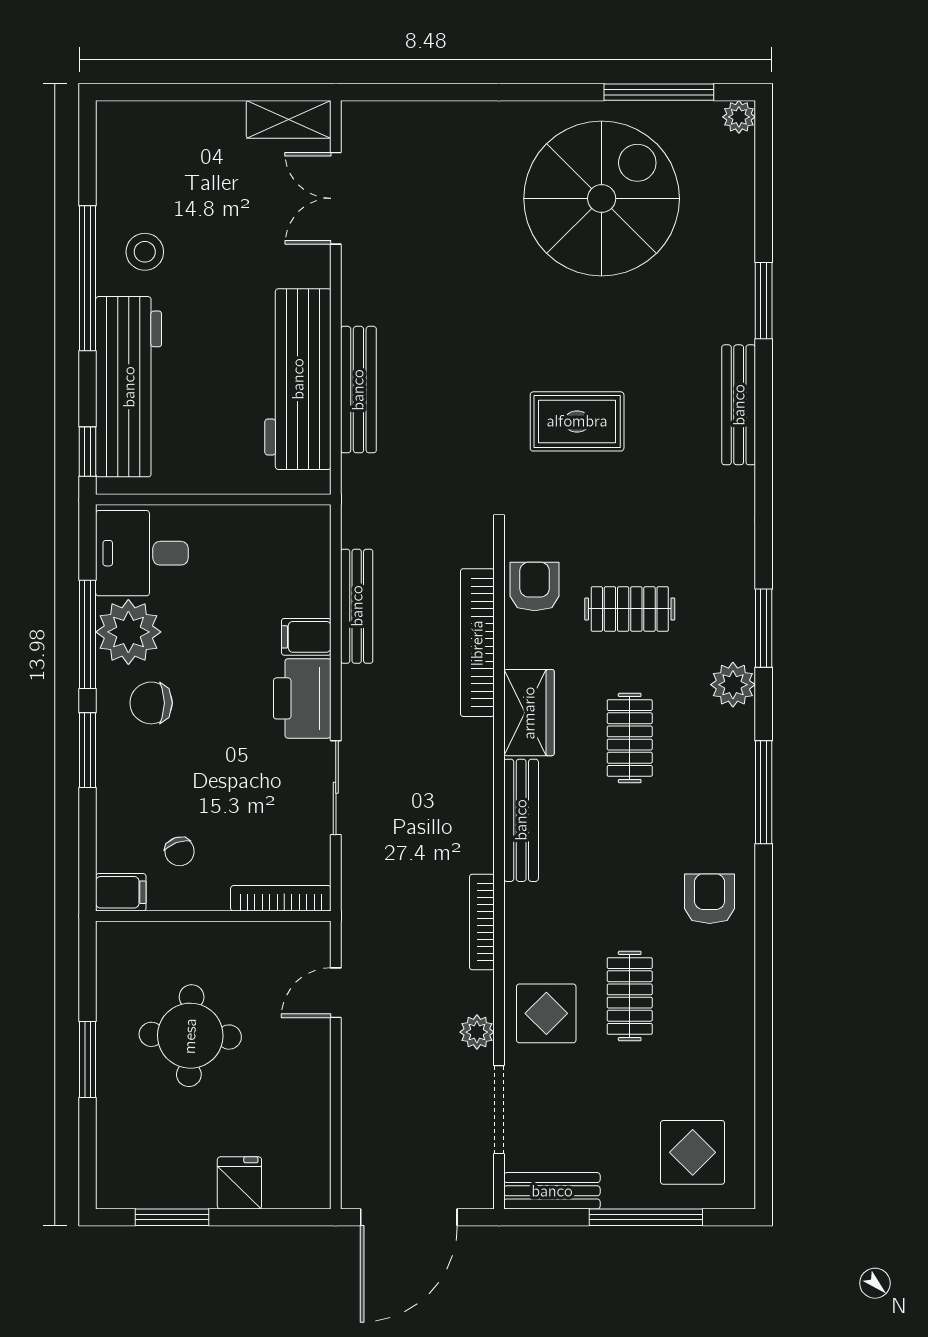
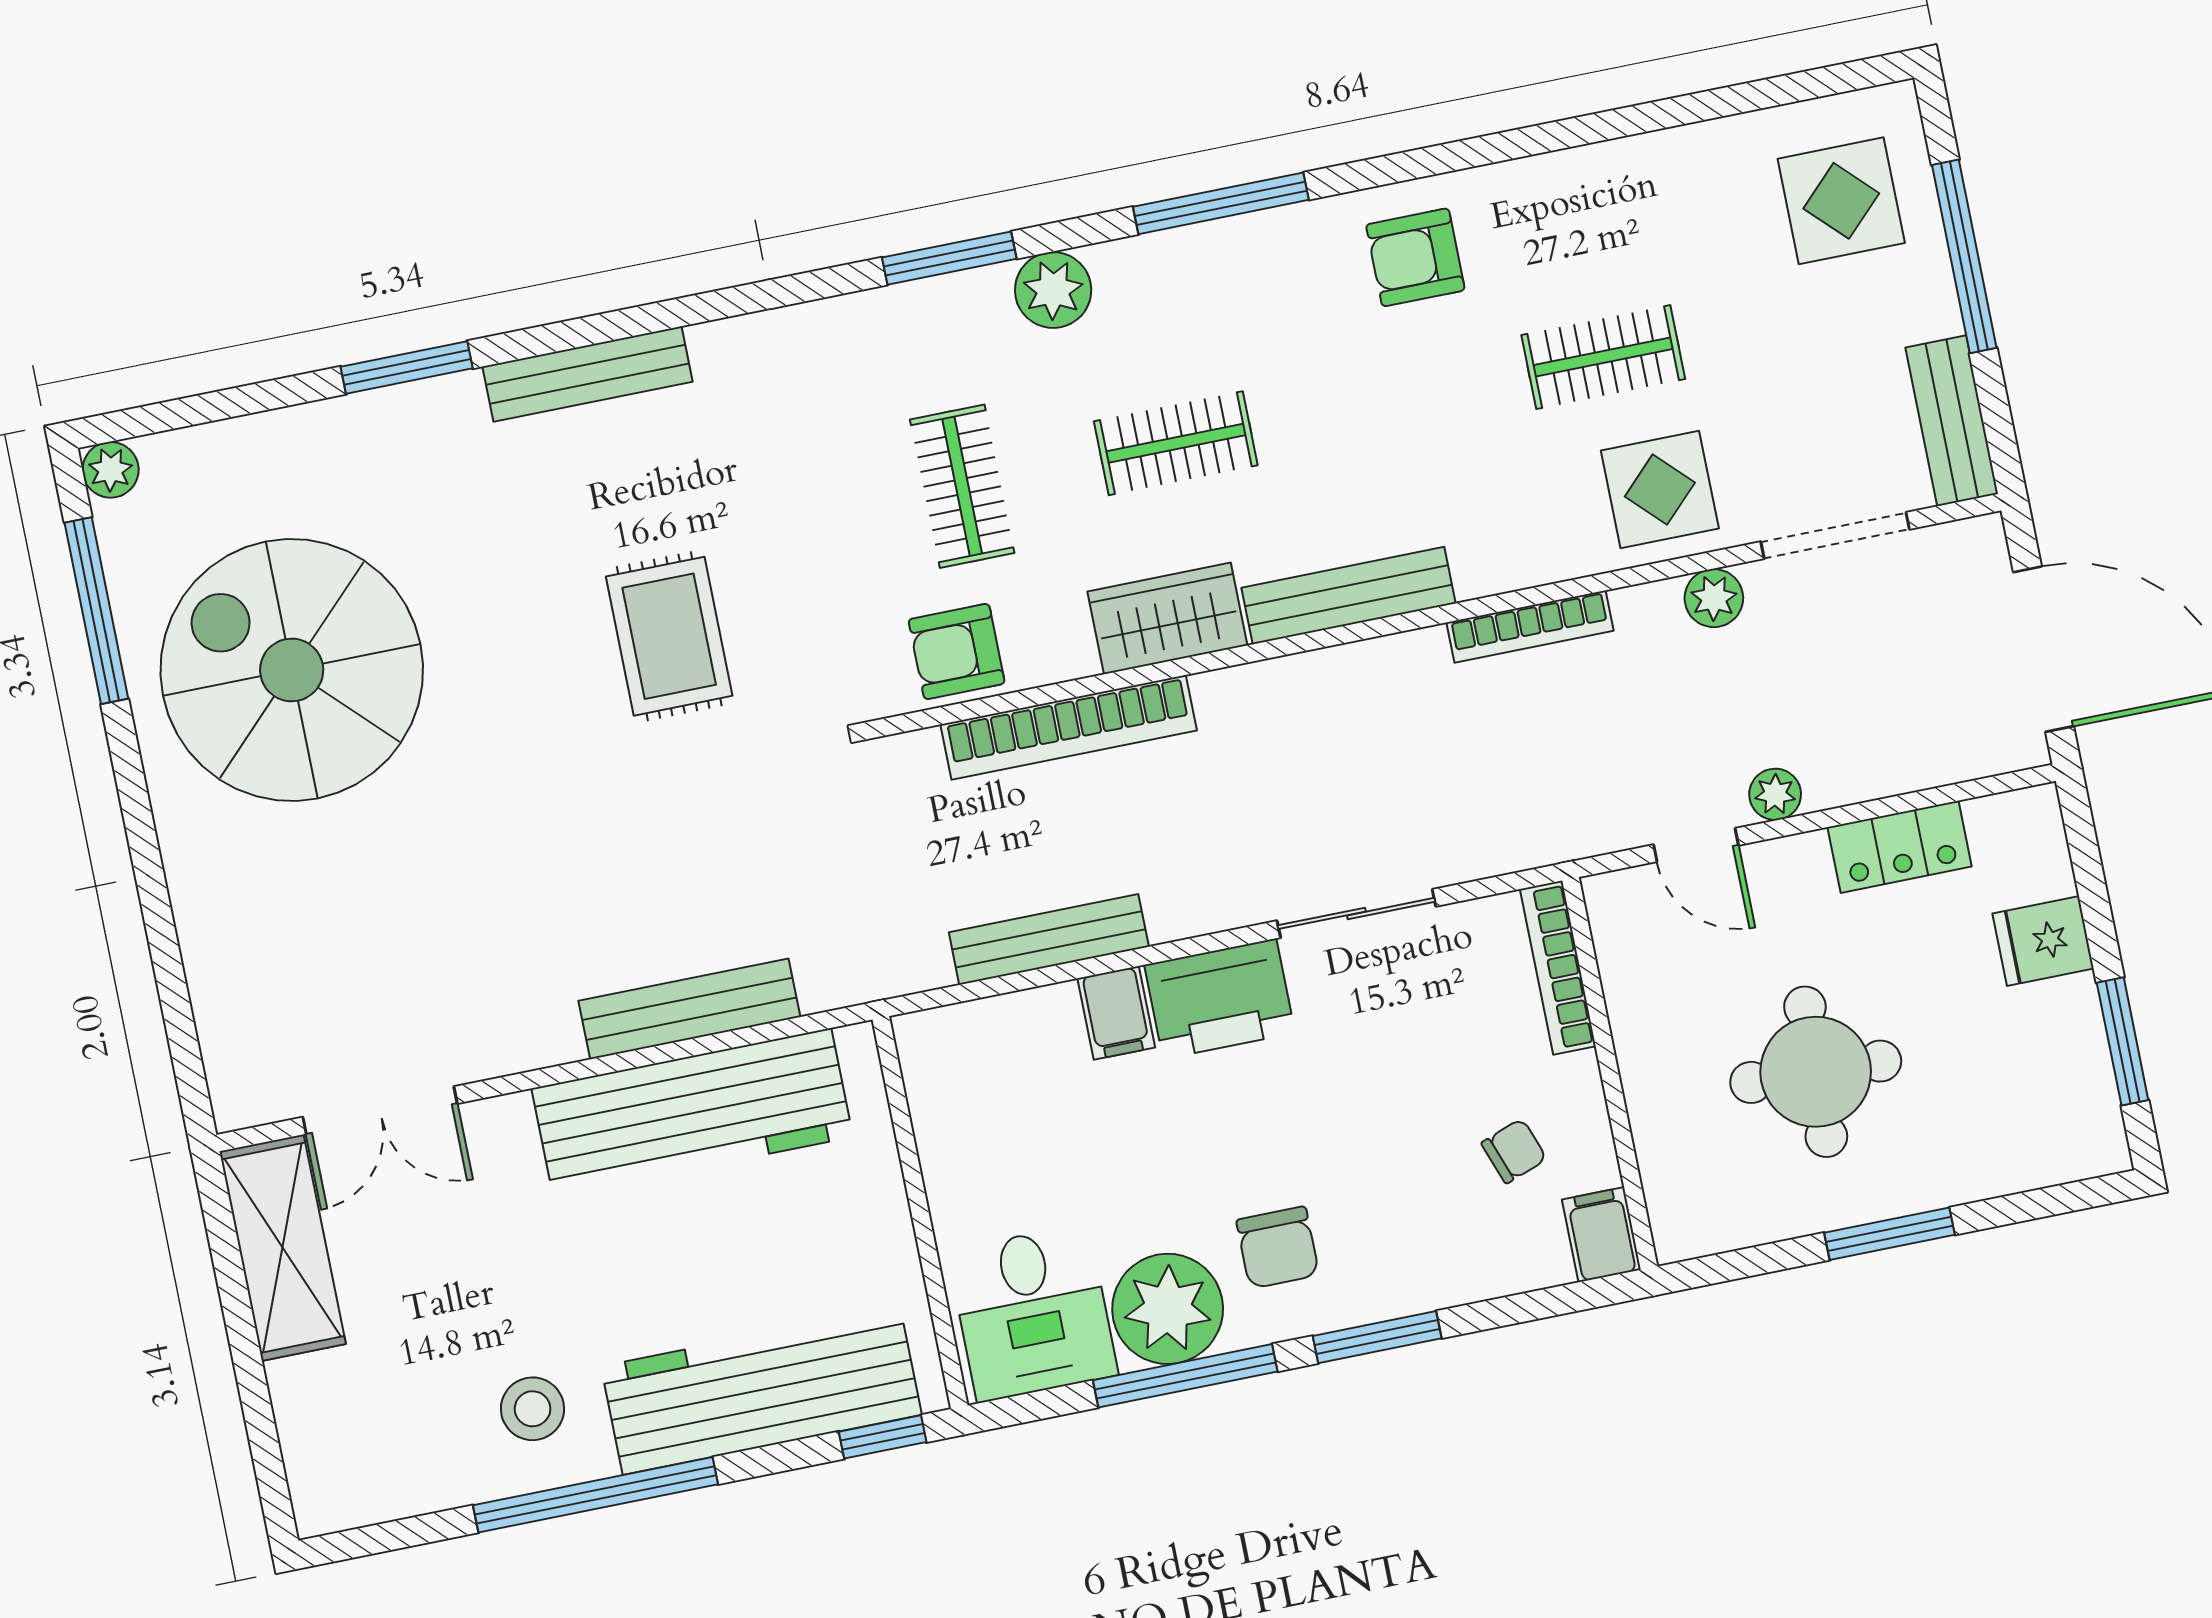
shelving: (289, 119) -> (283, 1248), width x1.50, depth x1.33
plant: (356, 1045) -> (1775, 794), added
locker: (311, 1111) -> (1900, 847), added

